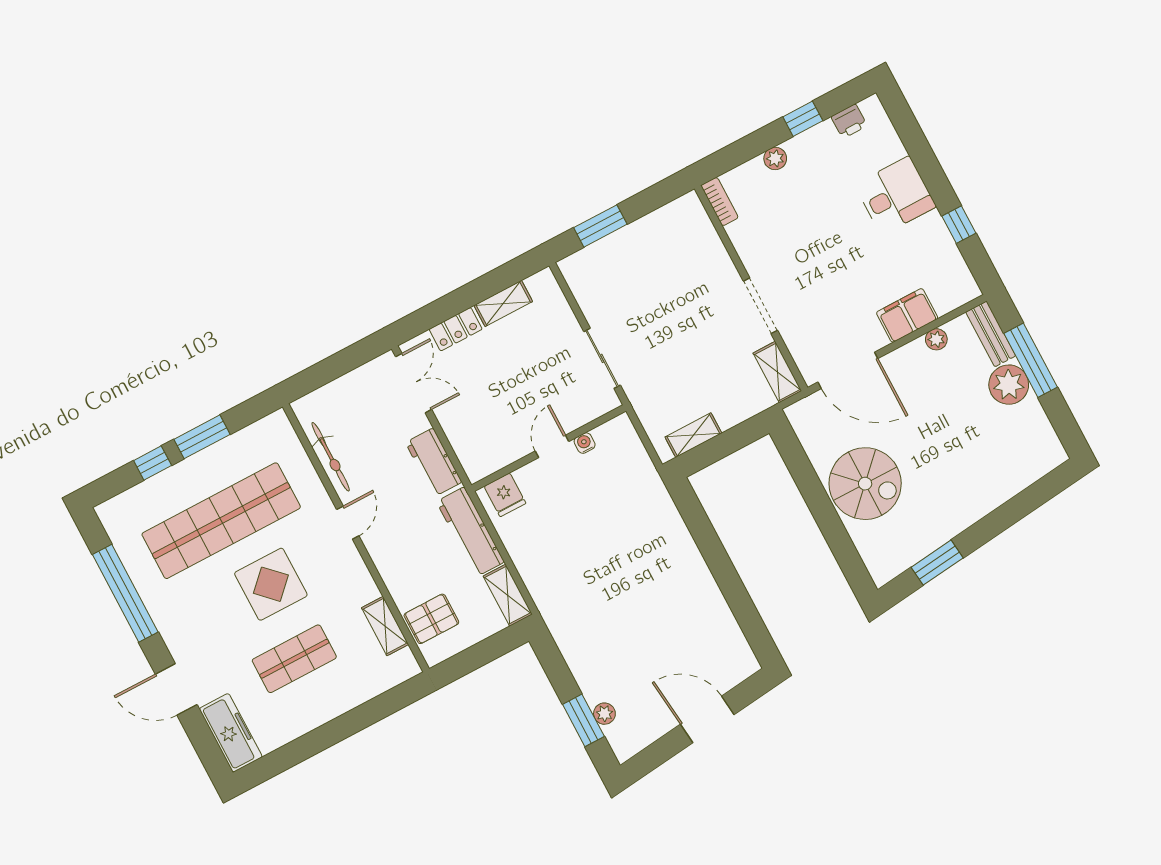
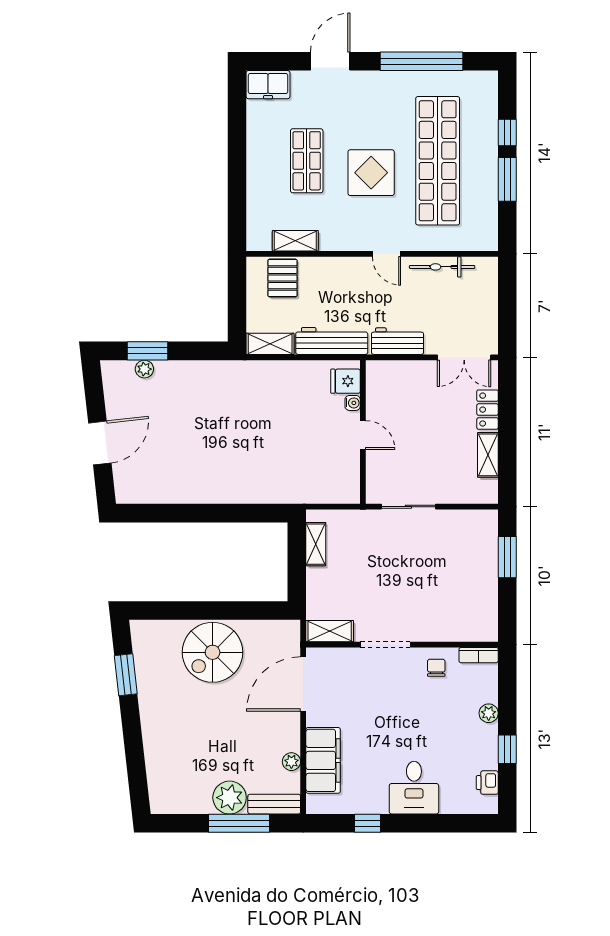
chair: (756, 239) -> (436, 668), added
filing cabinet: (907, 315) -> (323, 760), width x1.50, depth x1.17
water cooler: (585, 443) -> (353, 403), moved
freezer: (231, 733) -> (268, 85), width x0.71

